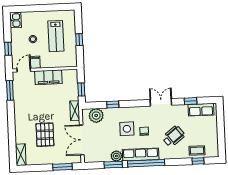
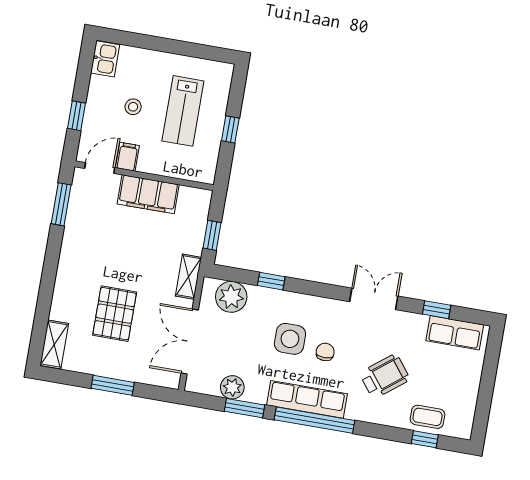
plant: (116, 156) -> (232, 387), moved
window: (62, 167) -> (113, 385), moved

